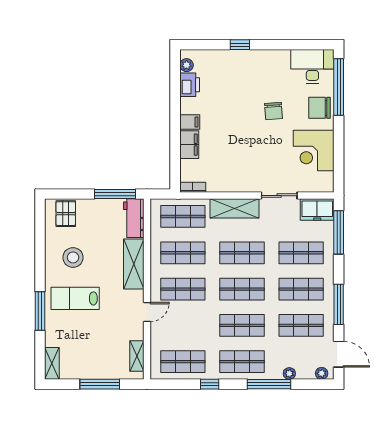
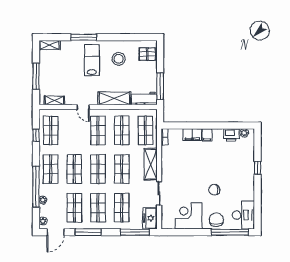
window: (210, 384) -> (36, 135), moved
window: (269, 384) -> (36, 187), width x1.46

